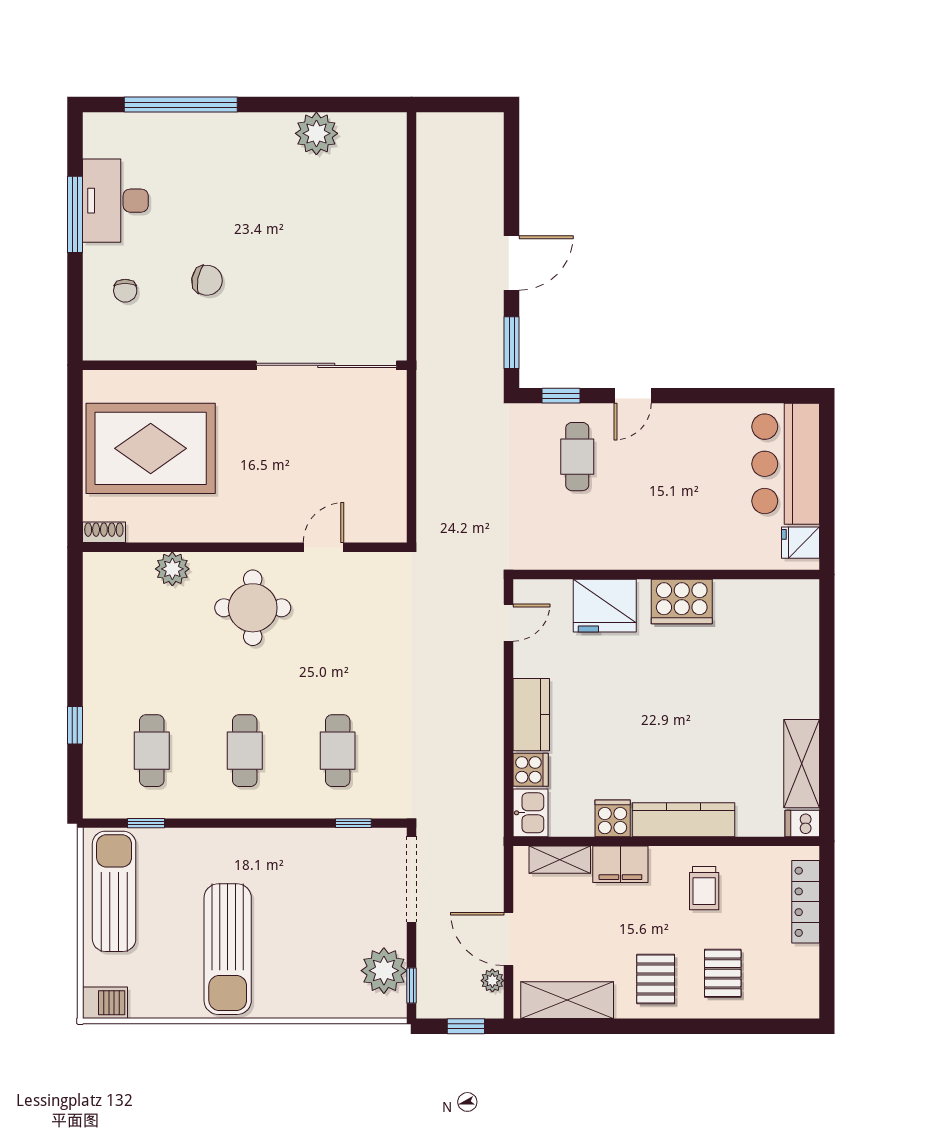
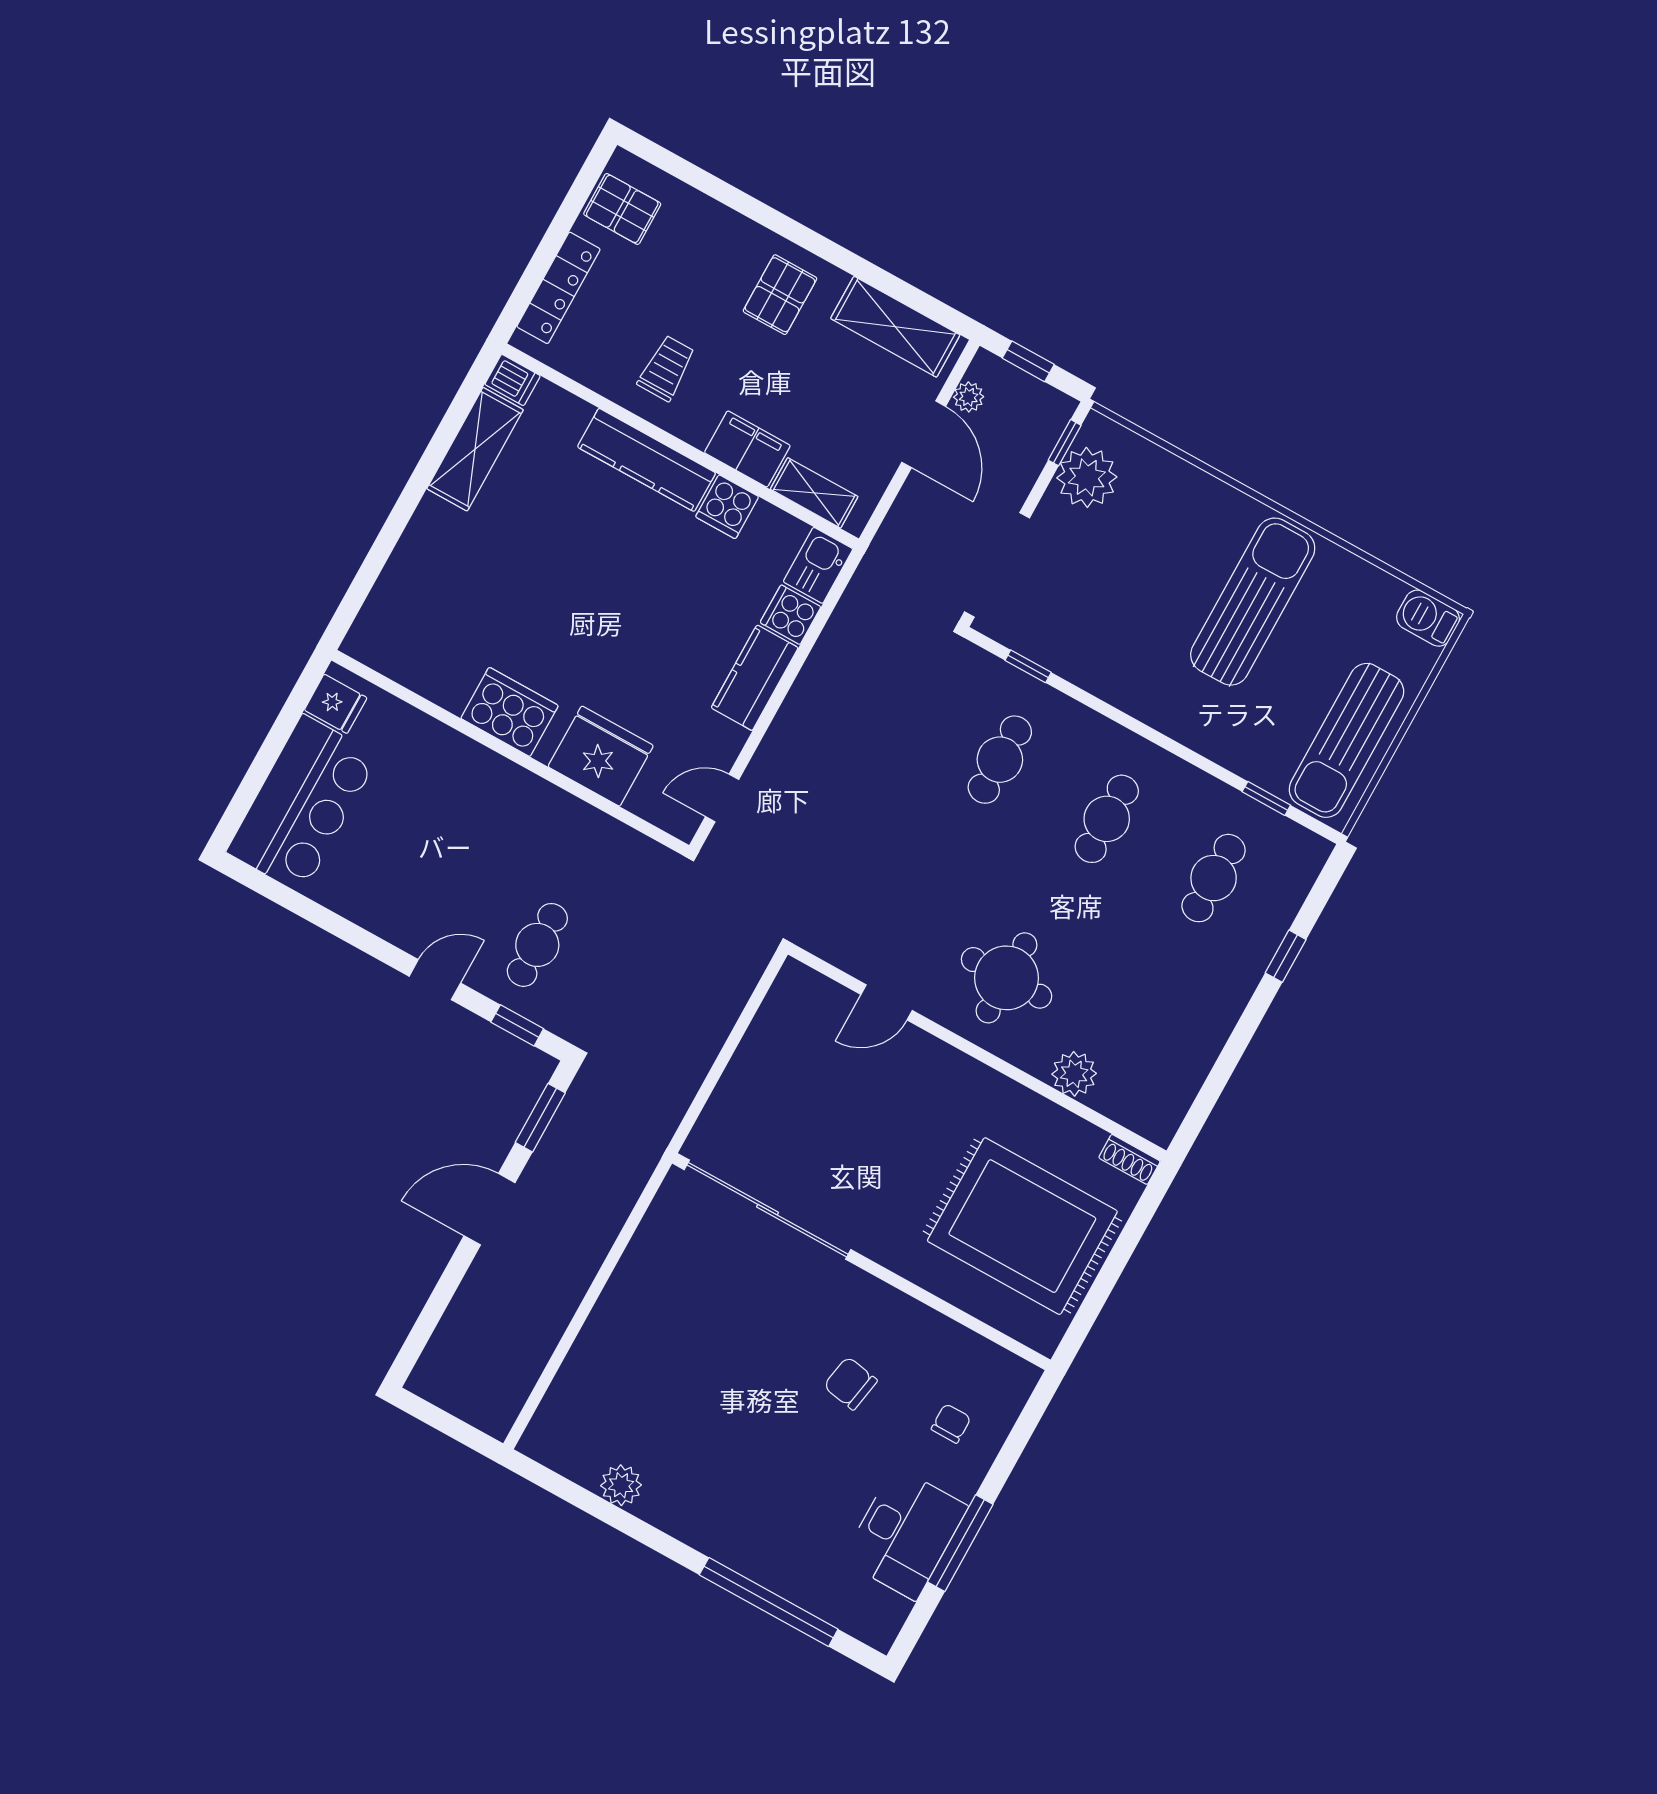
plant: (316, 133) -> (621, 1485), width x0.73, depth x0.73
pallet: (723, 973) -> (622, 209), moved, turned 90

